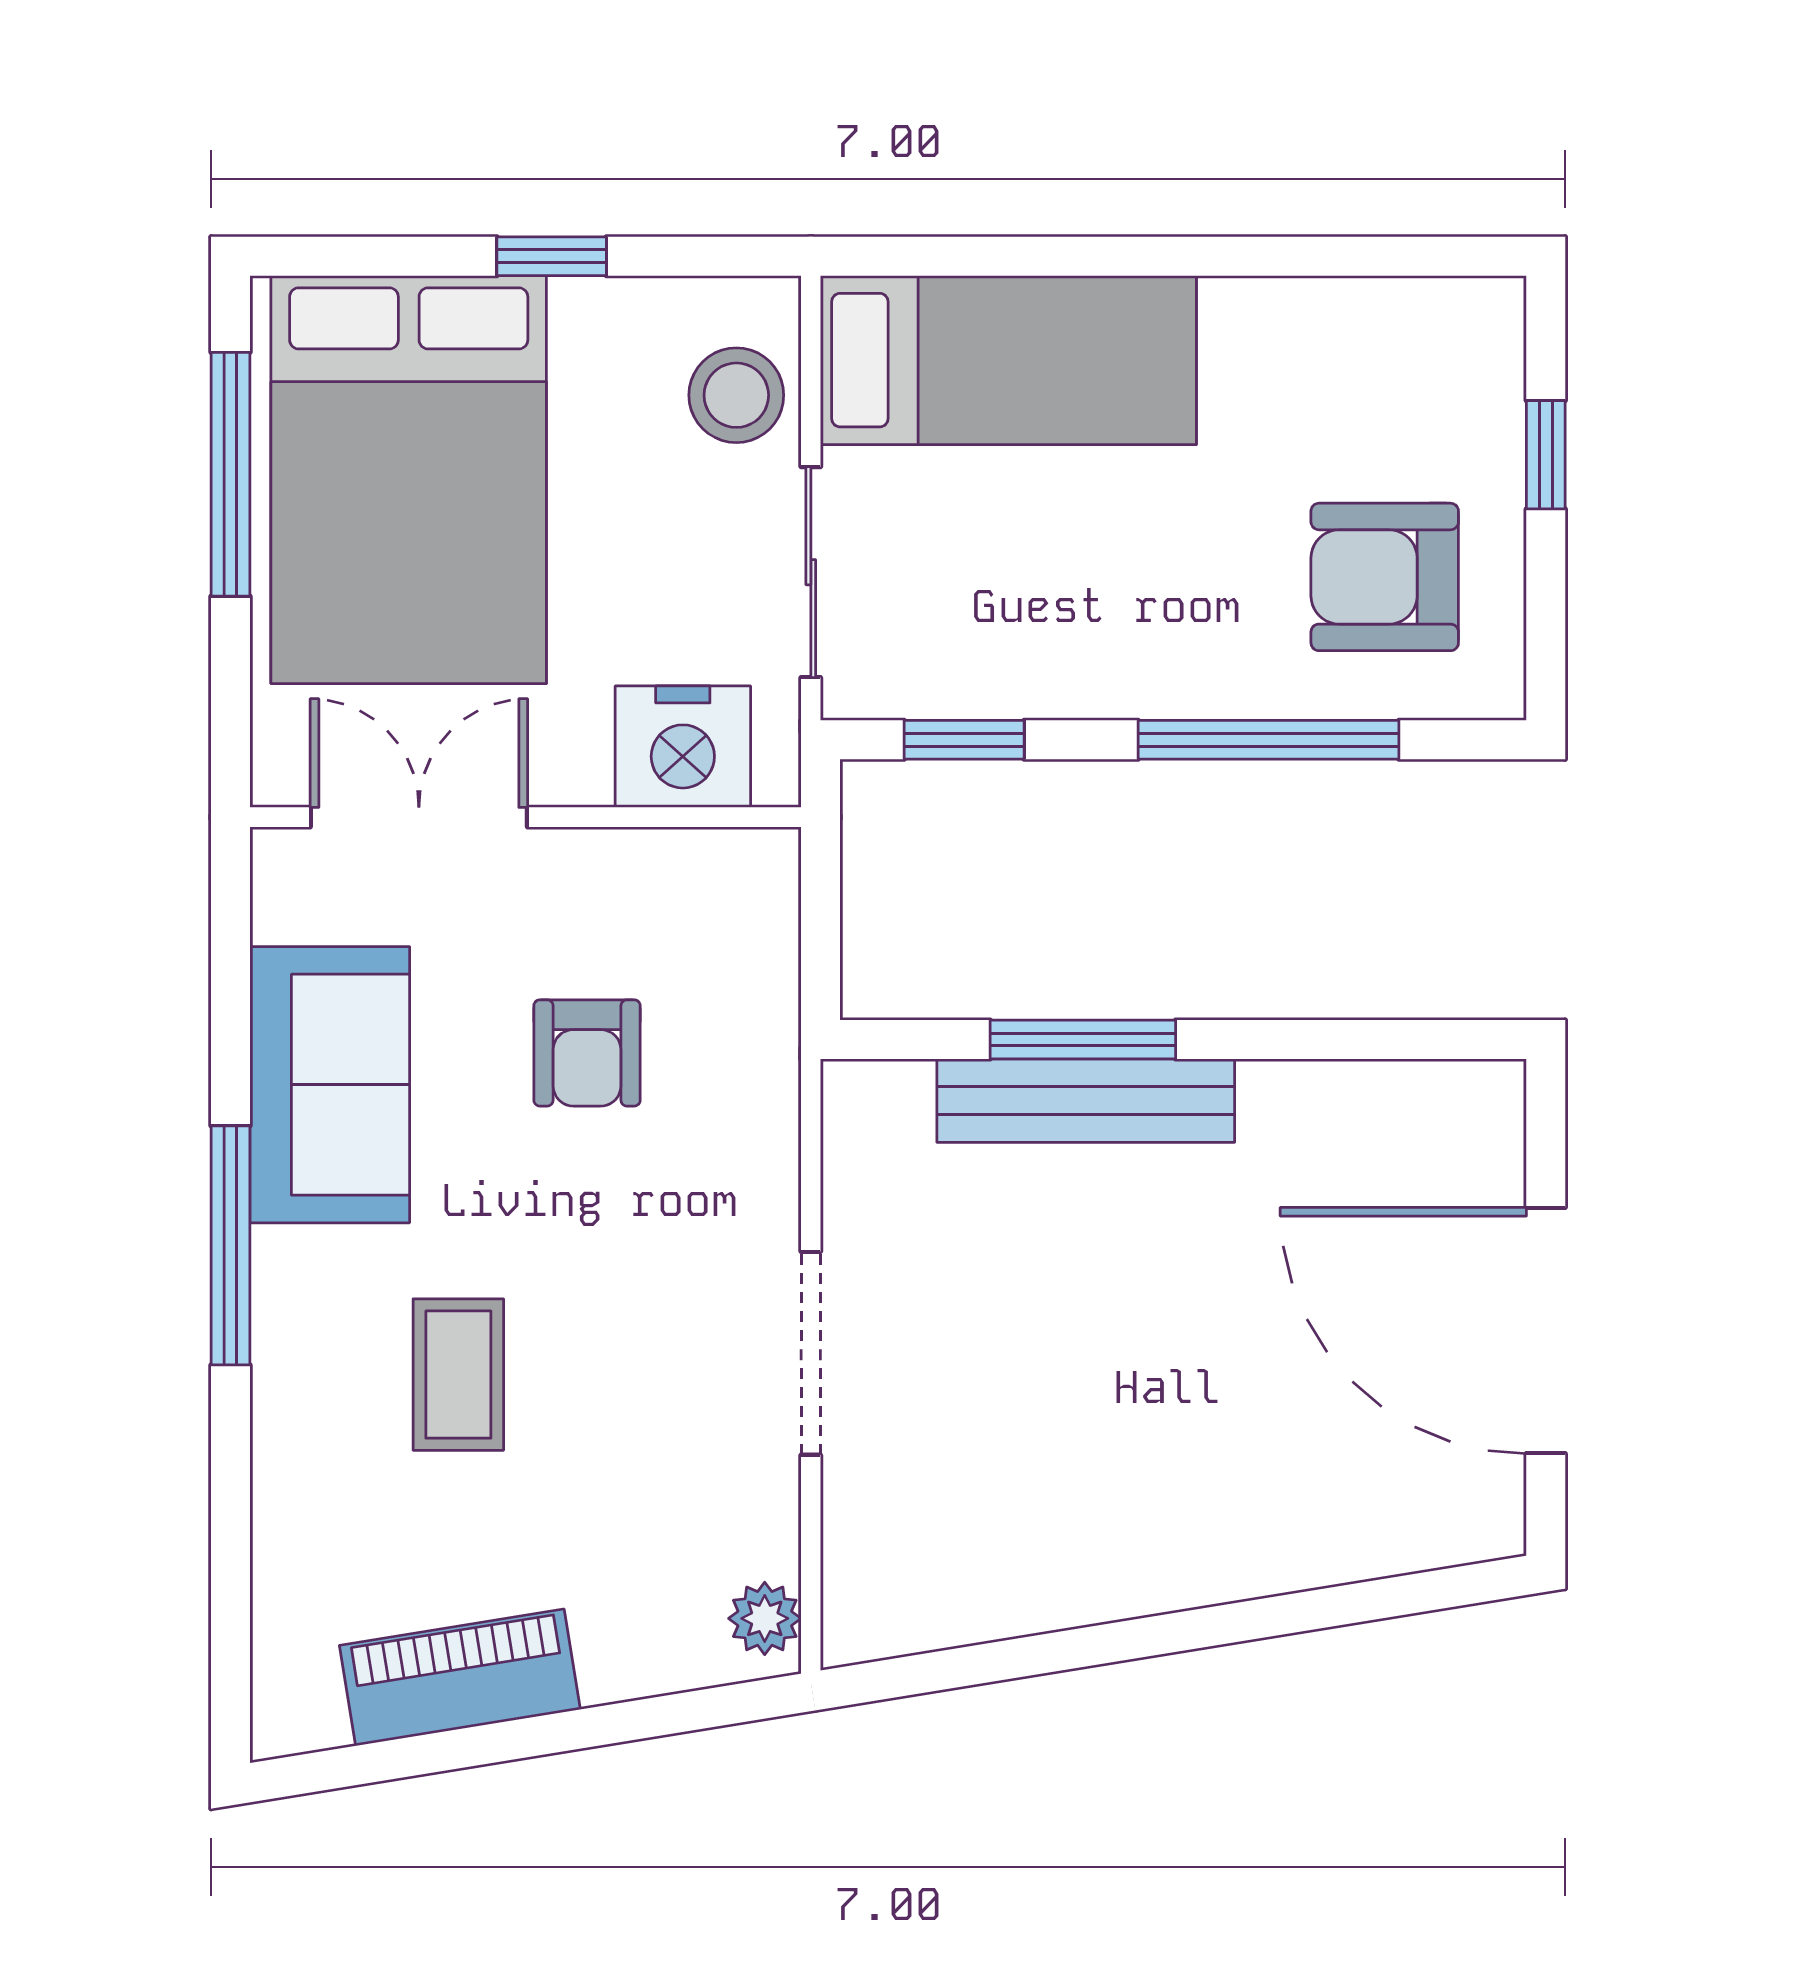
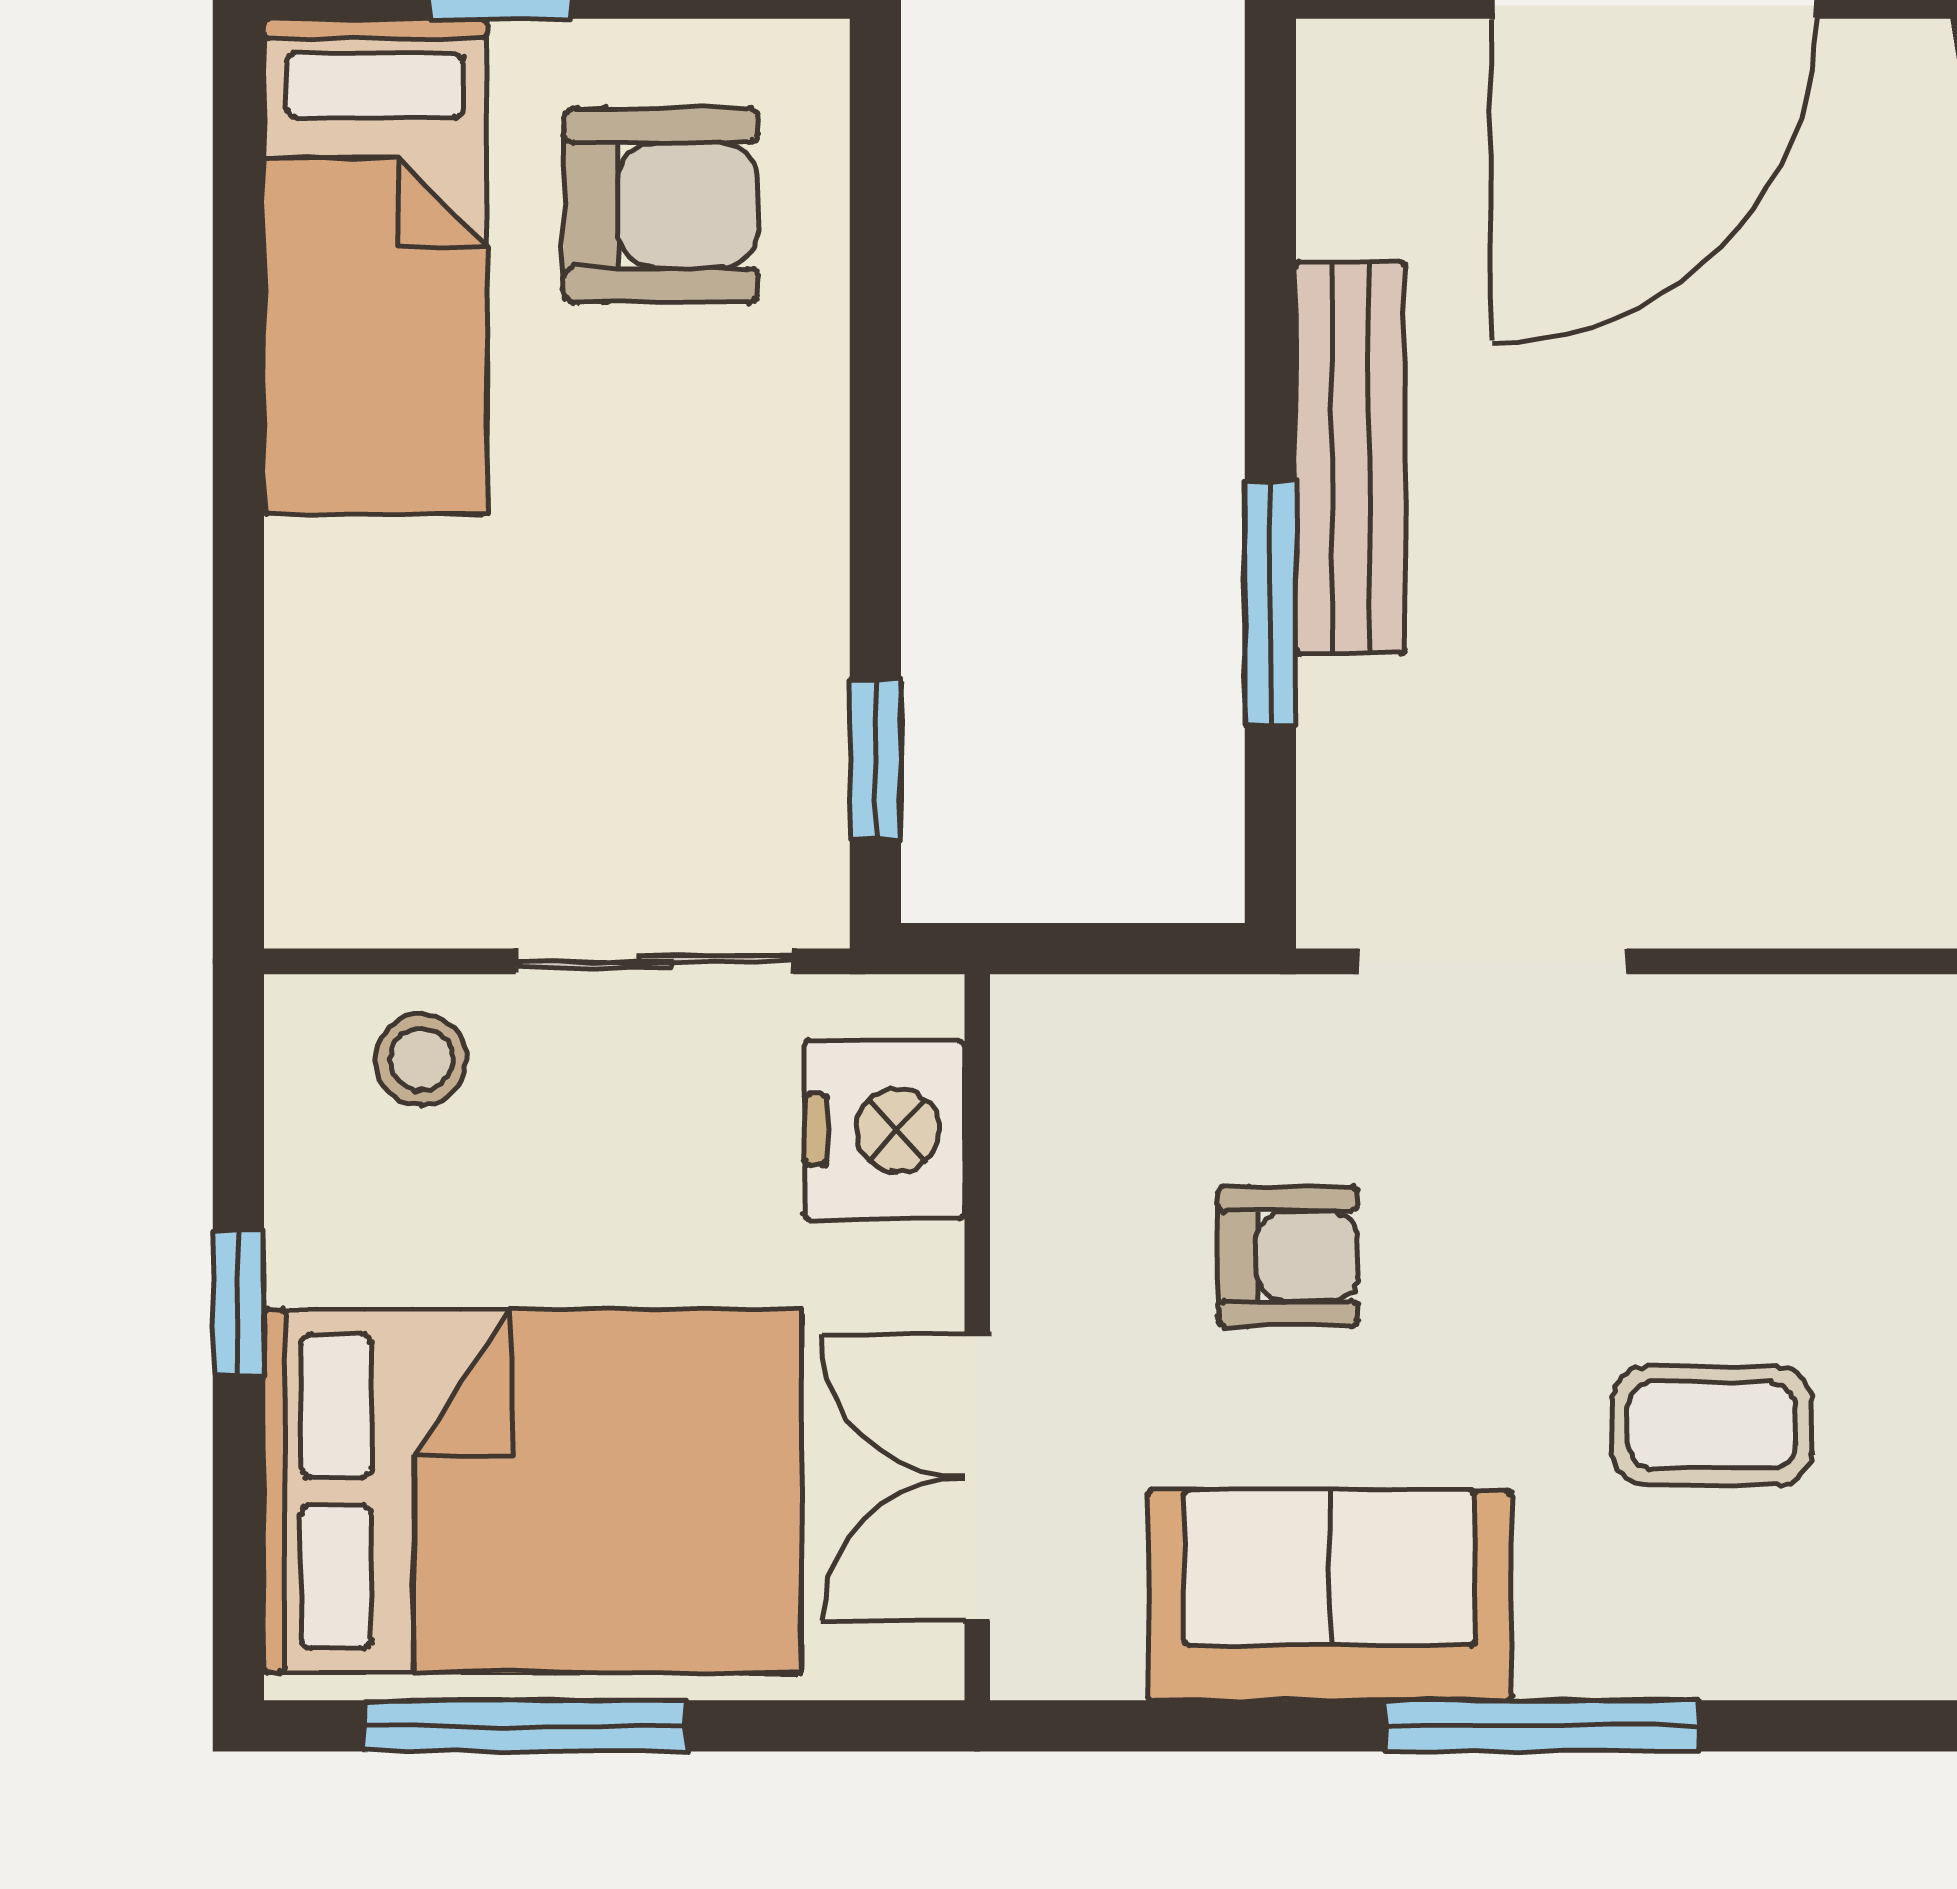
bed: (1008, 360) -> (375, 266), moved, turned 180
stool: (736, 395) -> (421, 1060), width x0.73, depth x0.73
armchair: (1385, 577) -> (661, 205), turned -90
window: (1269, 740) -> (875, 358), removed
bench: (1086, 1101) -> (1351, 458), moved
doorway: (811, 1353) -> (1493, 961), moved

